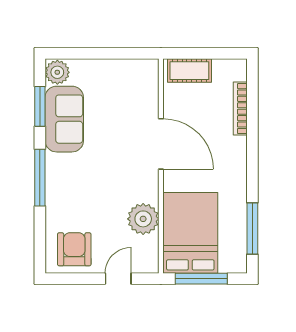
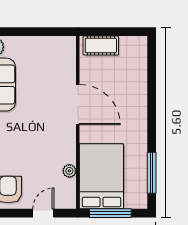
bookcase: (240, 109) -> (142, 76), removed
plant: (143, 219) -> (69, 171), width x0.53, depth x0.53

